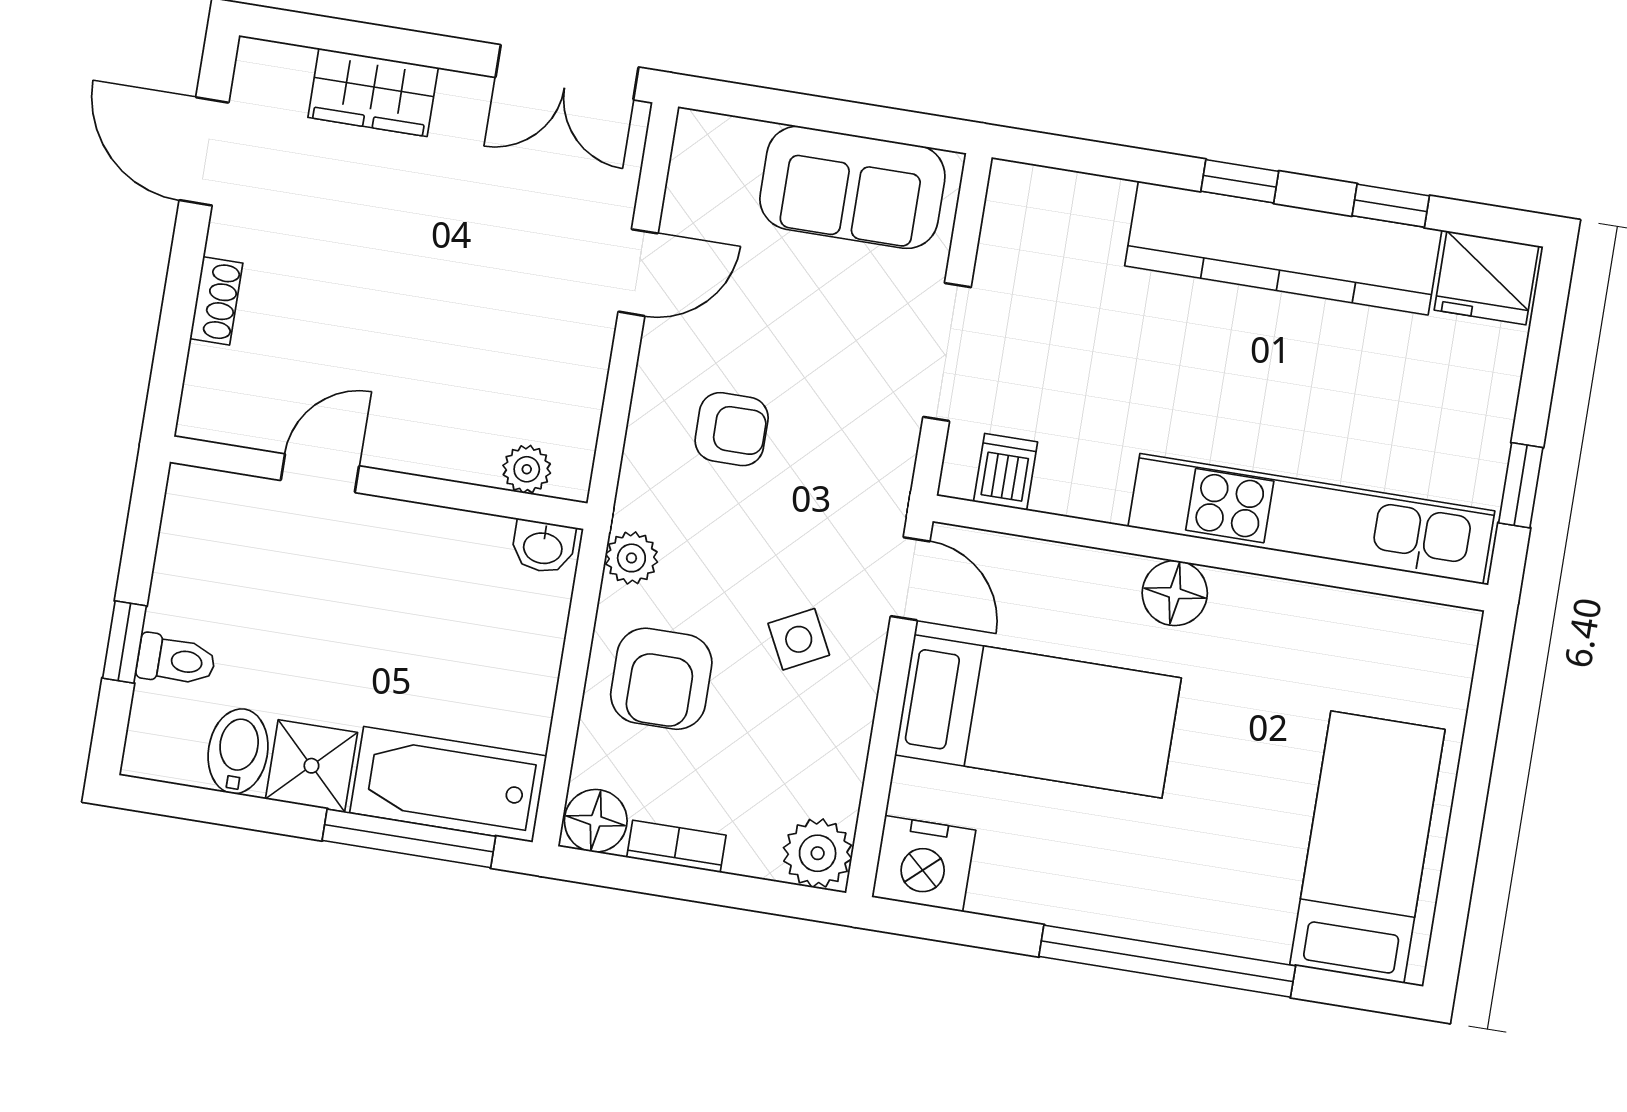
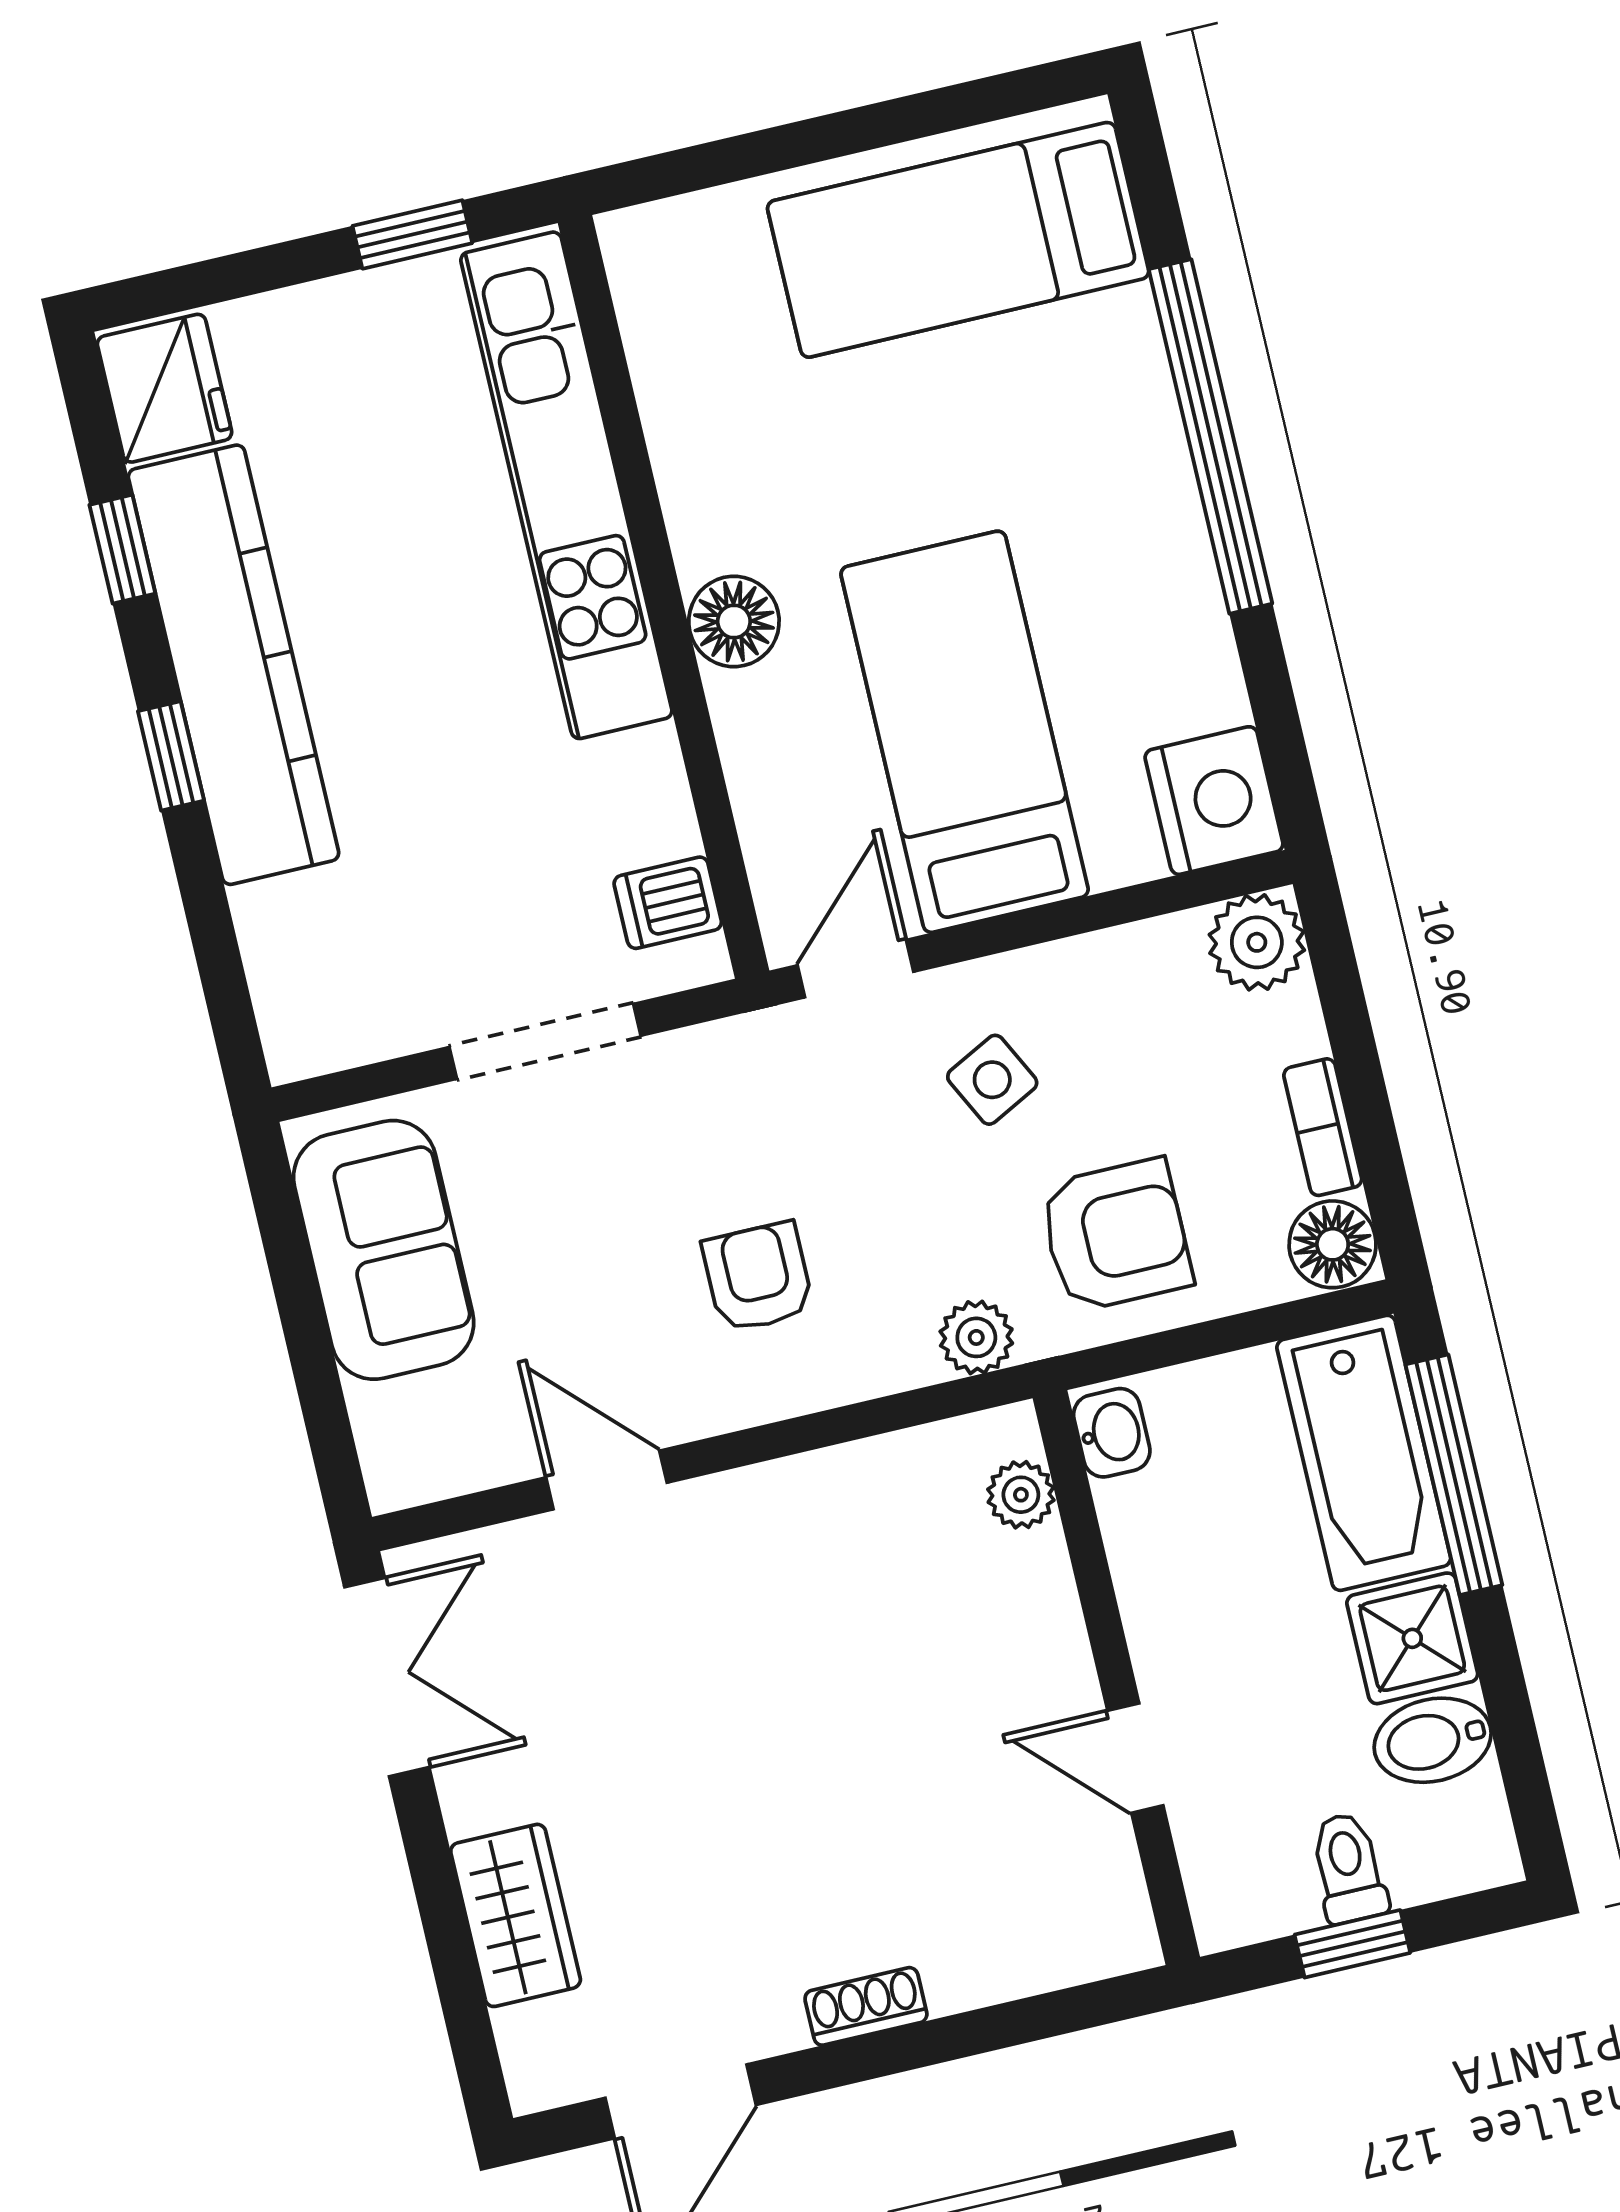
plant: (527, 469) -> (1021, 1495), moved
door: (320, 473) -> (1135, 1758), moved
wall: (379, 483) -> (1116, 1678), moved
washbasin: (543, 547) -> (1112, 1433), moved

